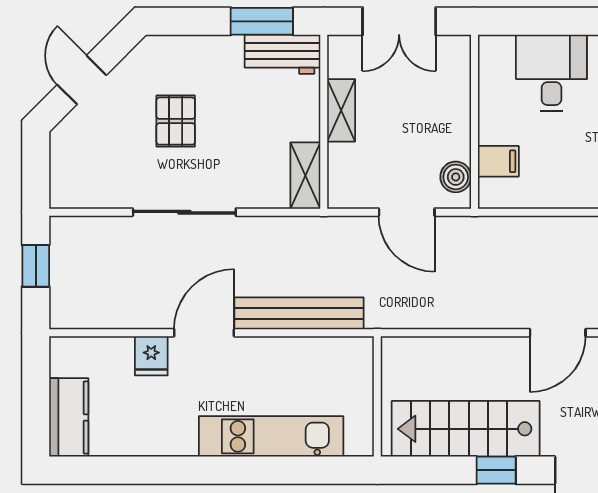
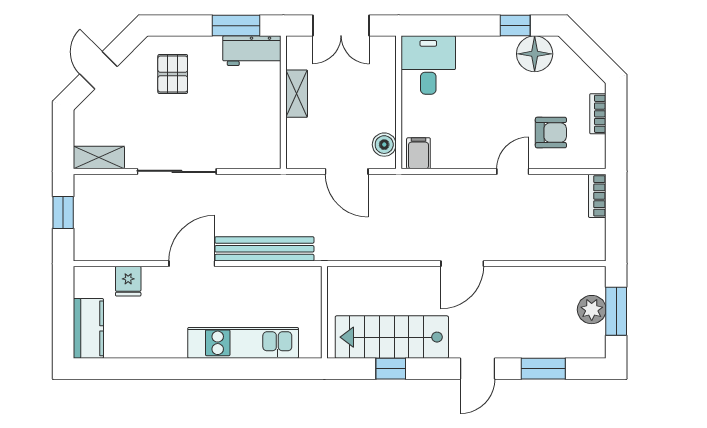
desk: (551, 73) -> (428, 65), moved
pallet: (176, 121) -> (173, 74), moved
filing cabinet: (498, 161) -> (418, 153), moved, turned -90
shelving: (305, 176) -> (99, 157), moved, turned 90
fridge: (151, 356) -> (128, 281), moved
window: (496, 470) -> (391, 369), moved

